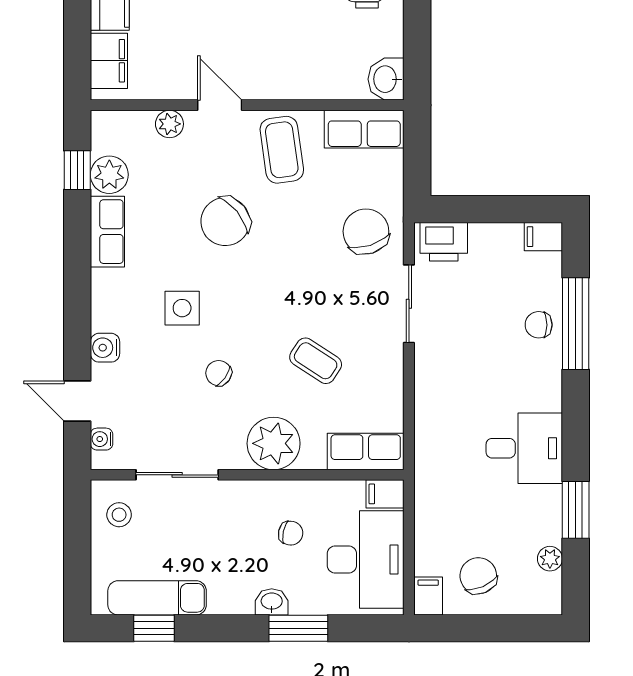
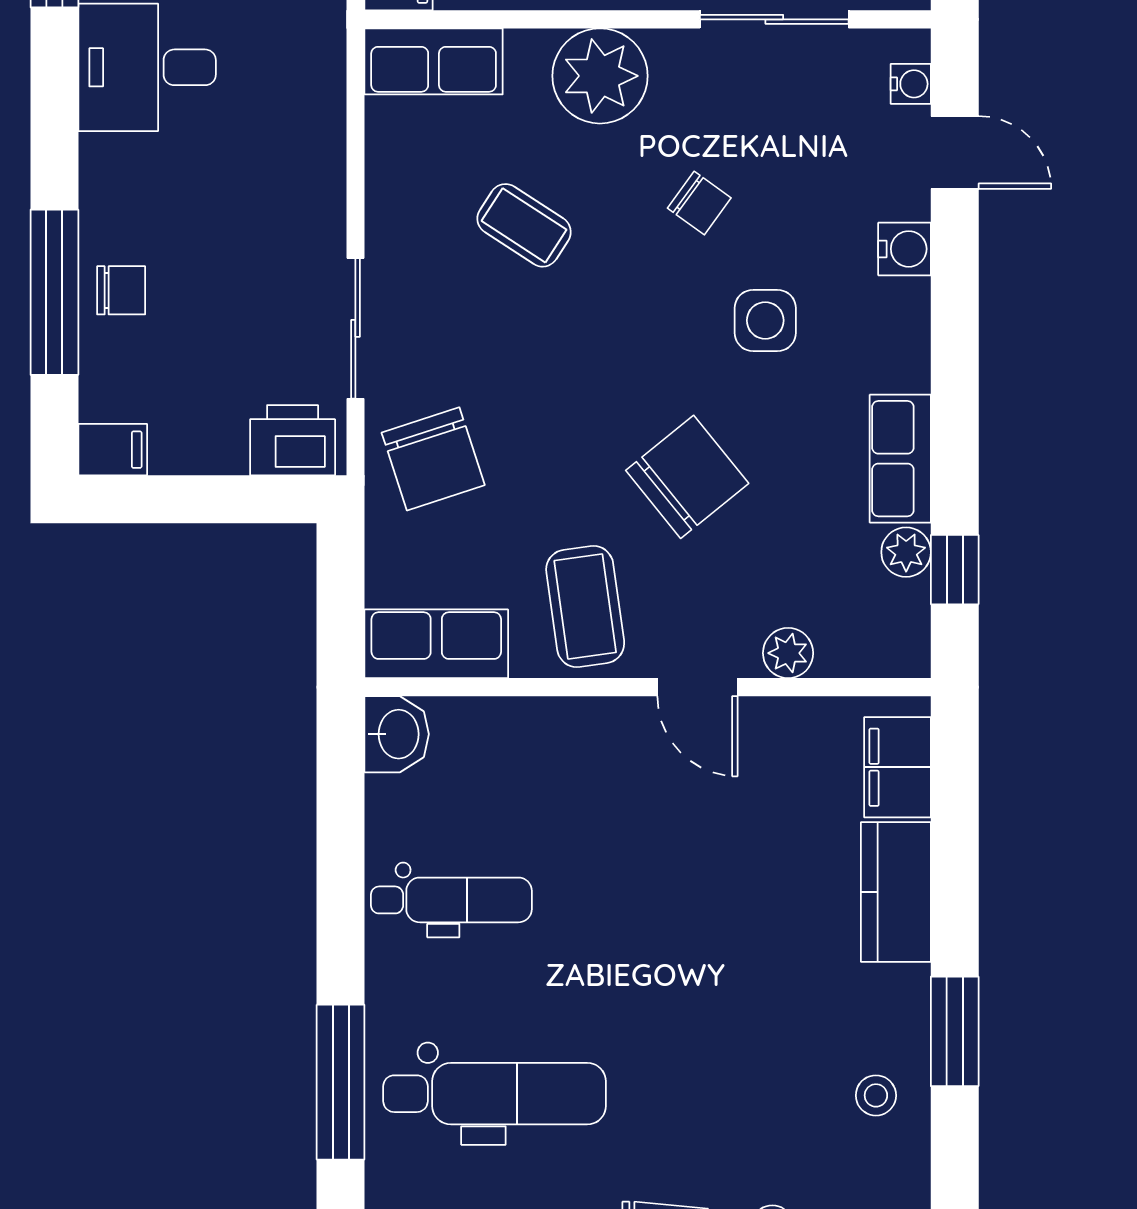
plant: (109, 175) -> (906, 552), width x0.73, depth x0.73

